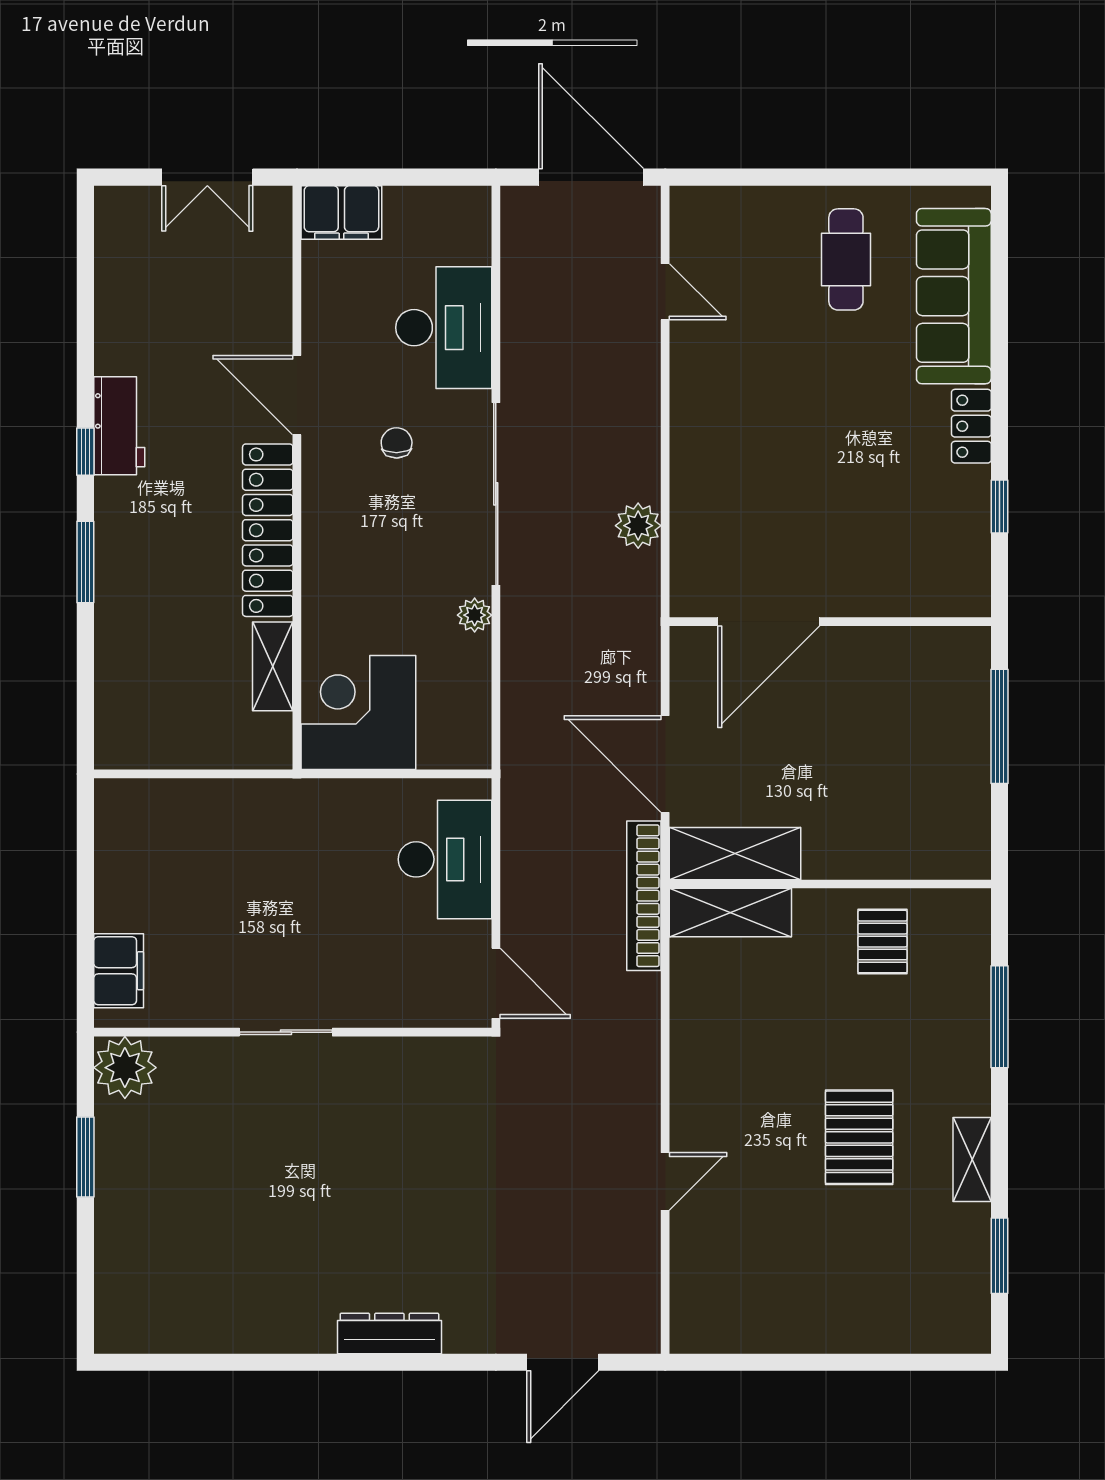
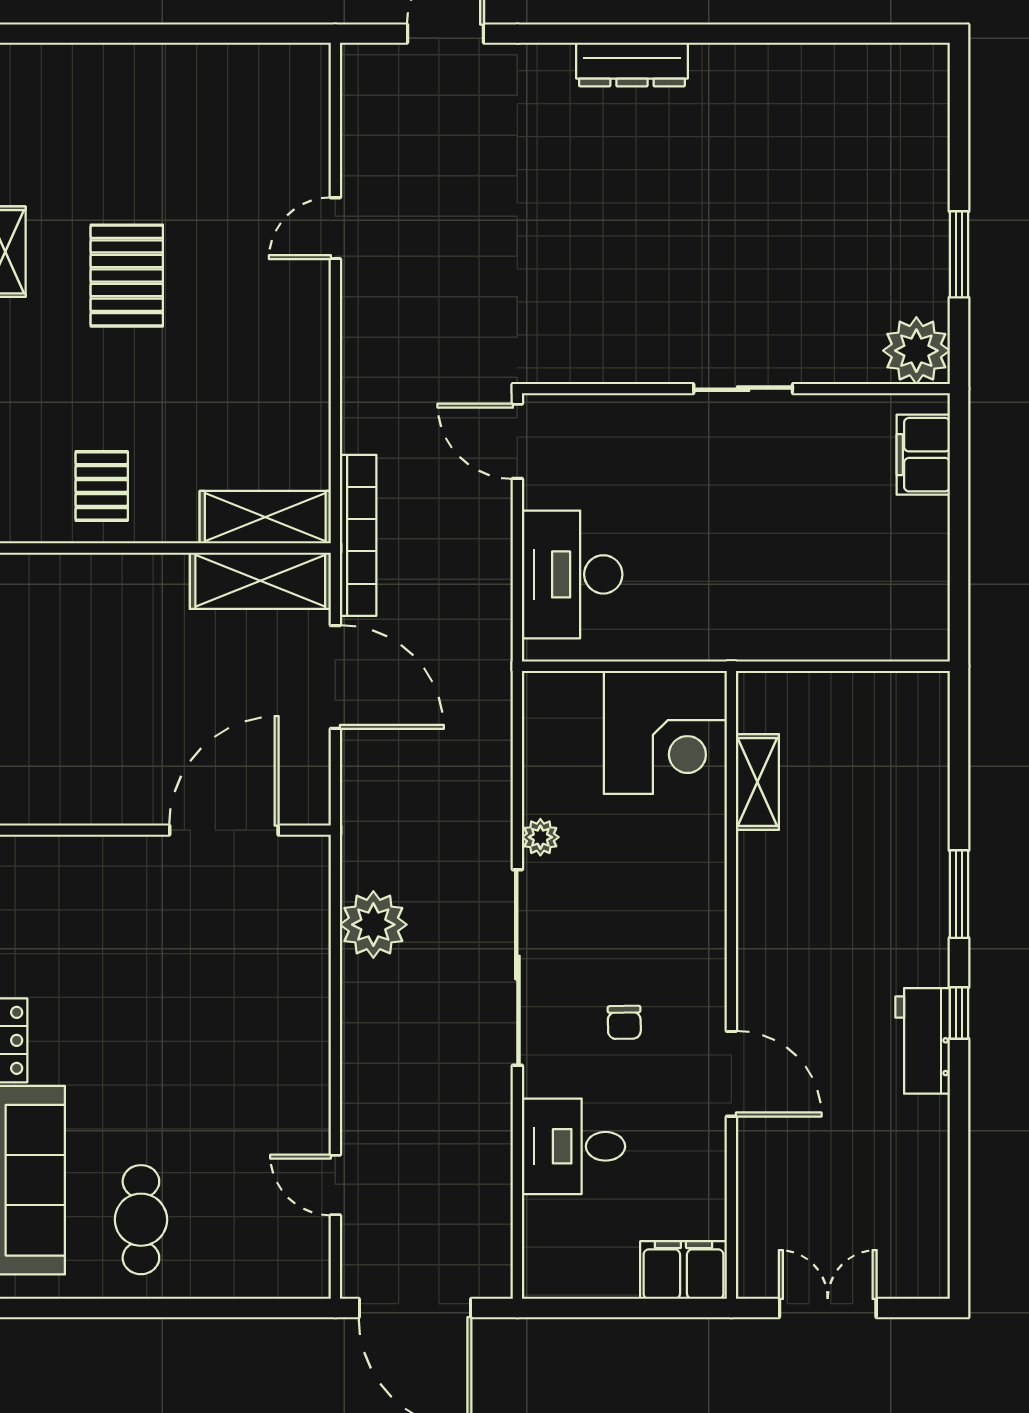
desk: (444, 328) -> (574, 1146), width x0.73
plant: (638, 526) -> (373, 925), width x1.36, depth x1.36
locker: (268, 530) -> (763, 928), removed

